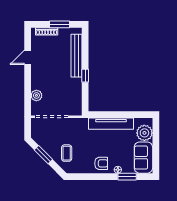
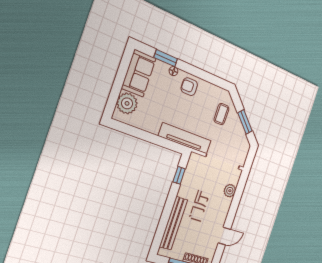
window: (85, 76) -> (179, 175), moved
tv unit: (111, 124) -> (185, 138), moved

